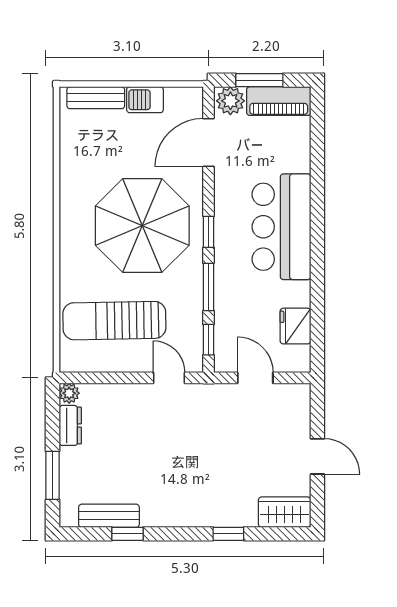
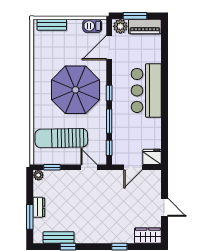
barbecue: (145, 100) -> (92, 26), moved
fridge: (295, 326) -> (152, 157), moved, turned 90
window: (96, 378) -> (52, 167), added
door: (255, 378) -> (133, 167), swing flipped
dresser: (70, 425) -> (39, 207), moved

